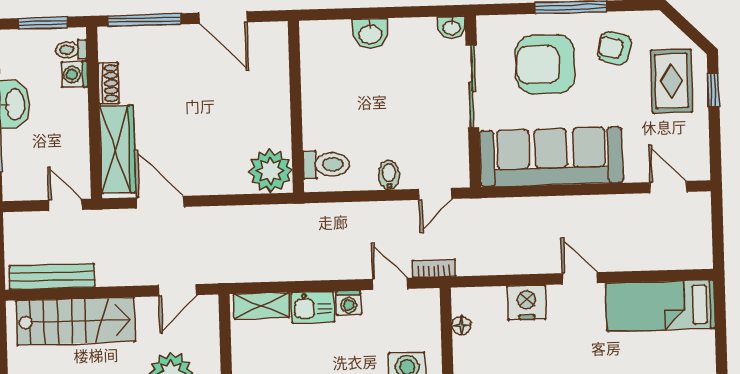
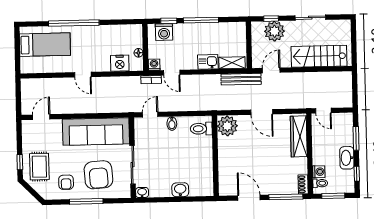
armchair: (614, 48) -> (66, 182), turned 76
armchair: (545, 64) -> (98, 175), turned 86
shoe rack: (109, 83) -> (303, 184), moved
door: (668, 187) -> (41, 117), swing flipped
door: (160, 202) -> (262, 112), moved
bench: (52, 276) -> (241, 79), moved
nightstand: (527, 302) -> (120, 63), moved
washing machine: (349, 303) -> (154, 65), moved
bed: (660, 306) -> (45, 45), moved

